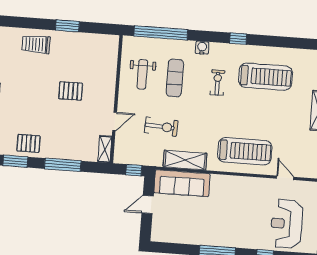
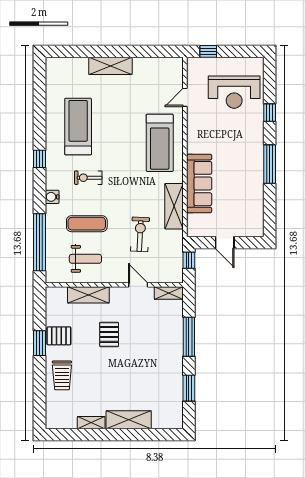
shelving: (109, 75) -> (88, 295), added
pallet: (28, 143) -> (59, 336), moved, turned 90
treadmill: (245, 151) -> (160, 143), turned 180
sofa: (182, 183) -> (199, 184), moved

